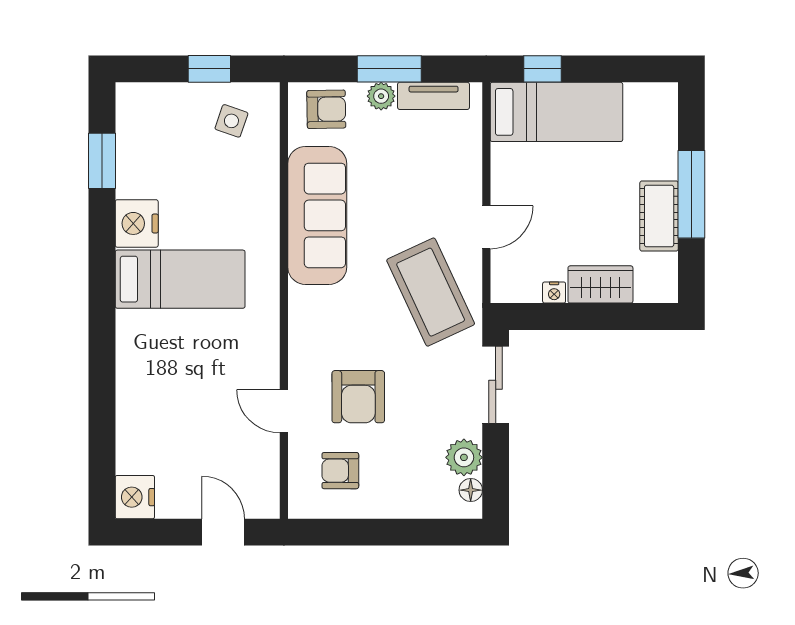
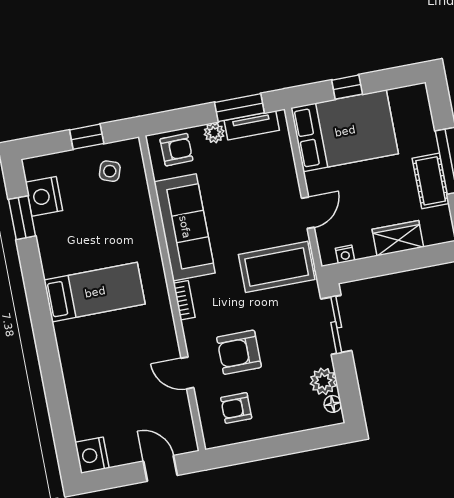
window: (389, 69) -> (239, 108), moved
window: (543, 69) -> (347, 87), moved
bed: (556, 112) -> (345, 131), width x1.50
nightstand: (137, 223) -> (44, 196), moved
coffee table: (431, 292) -> (277, 267), turned -65
nightstand: (554, 292) -> (345, 254), moved
bookcase: (298, 313) -> (184, 300), added
armchair: (358, 397) -> (239, 352), turned 90

